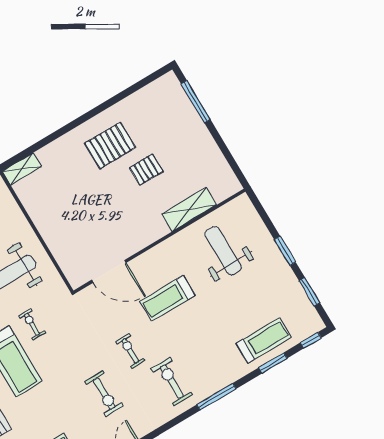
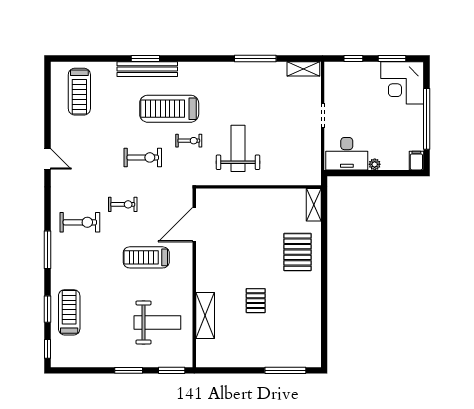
pallet: (110, 145) -> (297, 252), moved
window: (310, 292) -> (172, 370), moved
treadmill: (167, 298) -> (146, 257), turned -90
treadmill: (264, 340) -> (69, 312), turned 180
exercise bike: (104, 394) -> (143, 157), moved, turned 180

